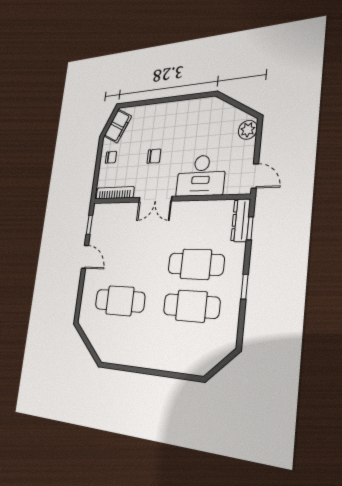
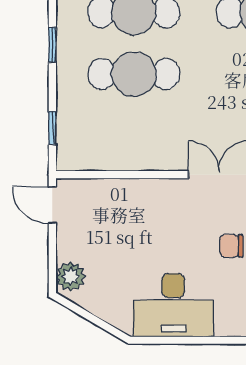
desk: (201, 176) -> (173, 305), moved, turned 180
dresser: (241, 220) -> (68, 140), removed

